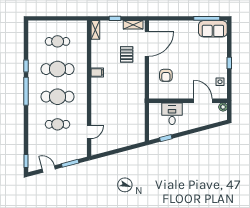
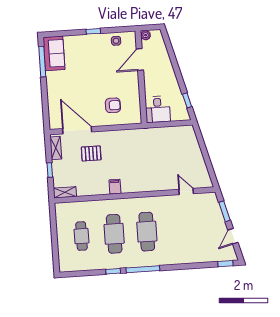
desk: (172, 114) -> (158, 109), moved, turned -90
cafe table: (58, 124) -> (179, 229), removed

